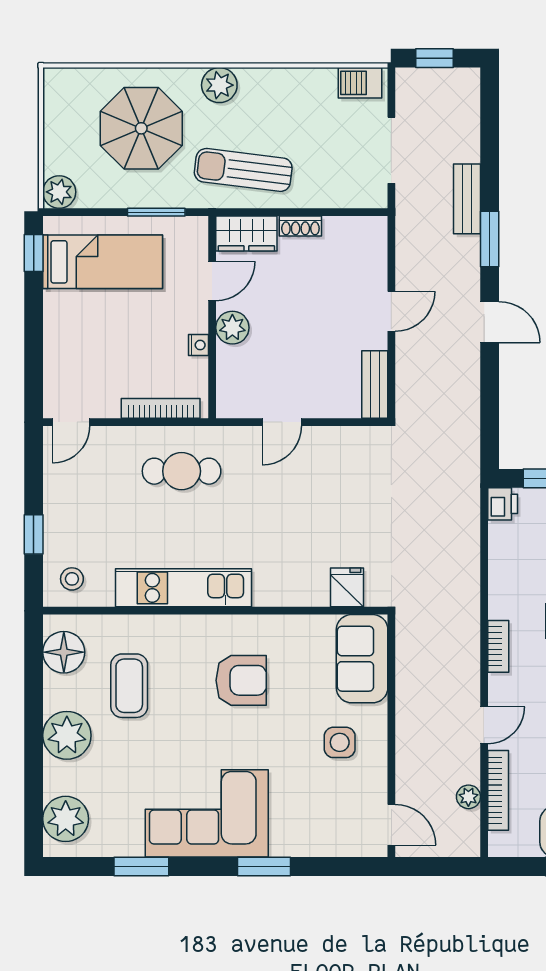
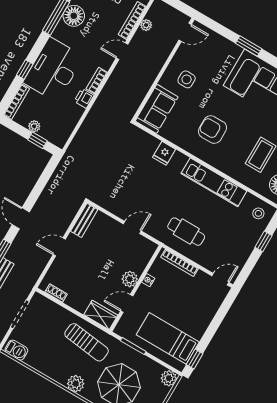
shoe rack: (300, 226) -> (56, 293), moved
printer: (503, 504) -> (84, 98), moved
fridge: (347, 587) -> (164, 153), moved
door: (391, 825) -> (185, 32), swing flipped

